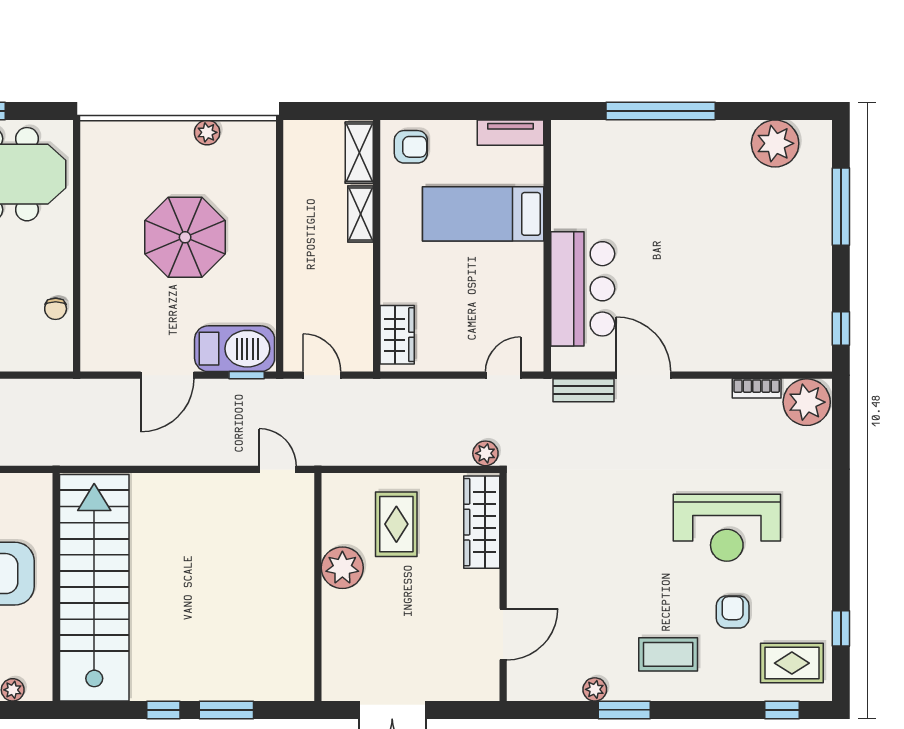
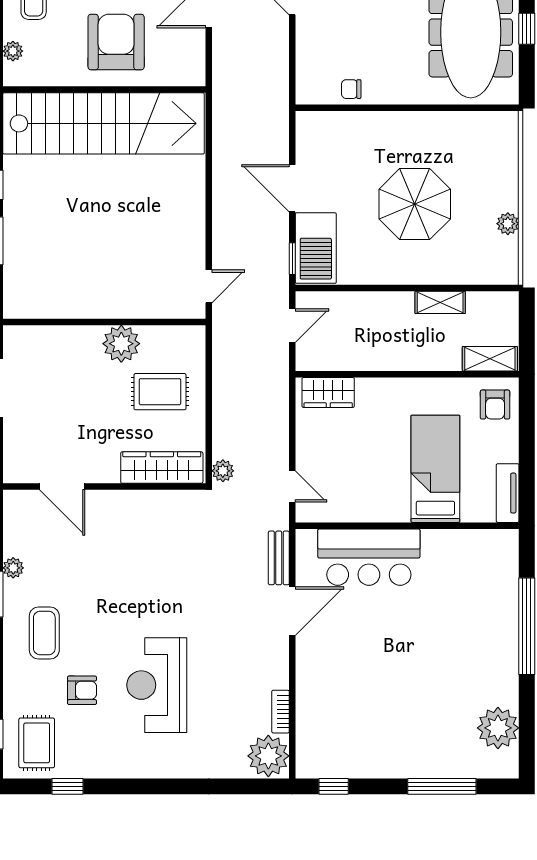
shelving: (360, 214) -> (440, 302), moved

